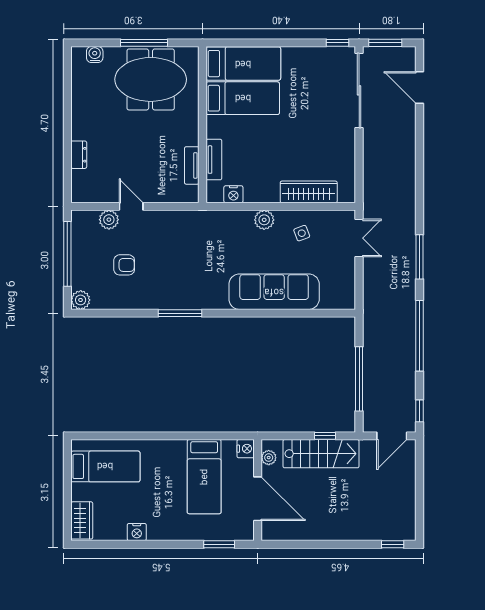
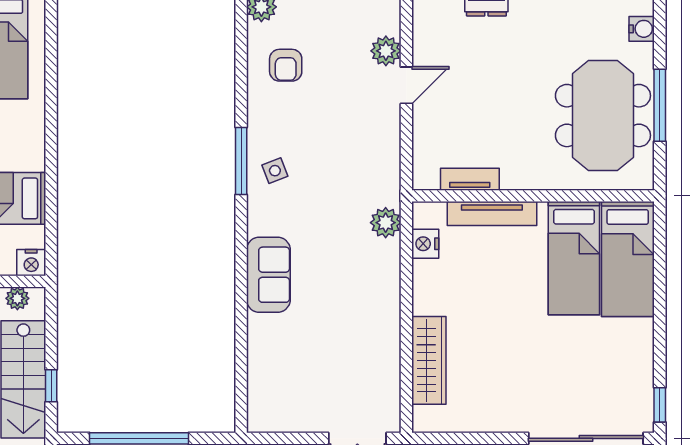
tv unit: (214, 160) -> (492, 214), width x1.41
plant: (264, 220) -> (386, 223), moved
side table: (302, 233) -> (275, 171), moved
armchair: (124, 265) -> (286, 65), moved
sofa: (274, 292) -> (268, 275), width x0.54, depth x0.79

